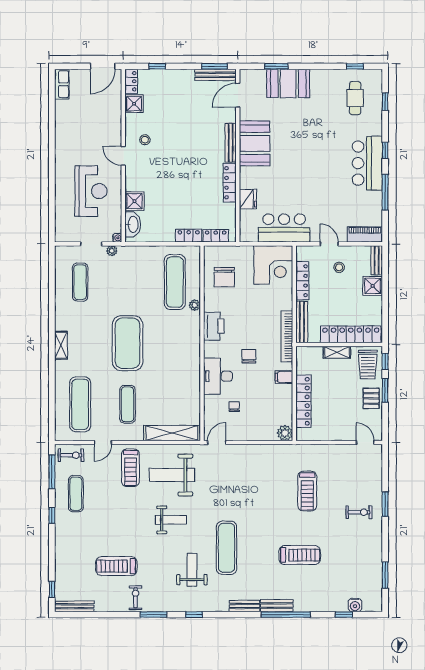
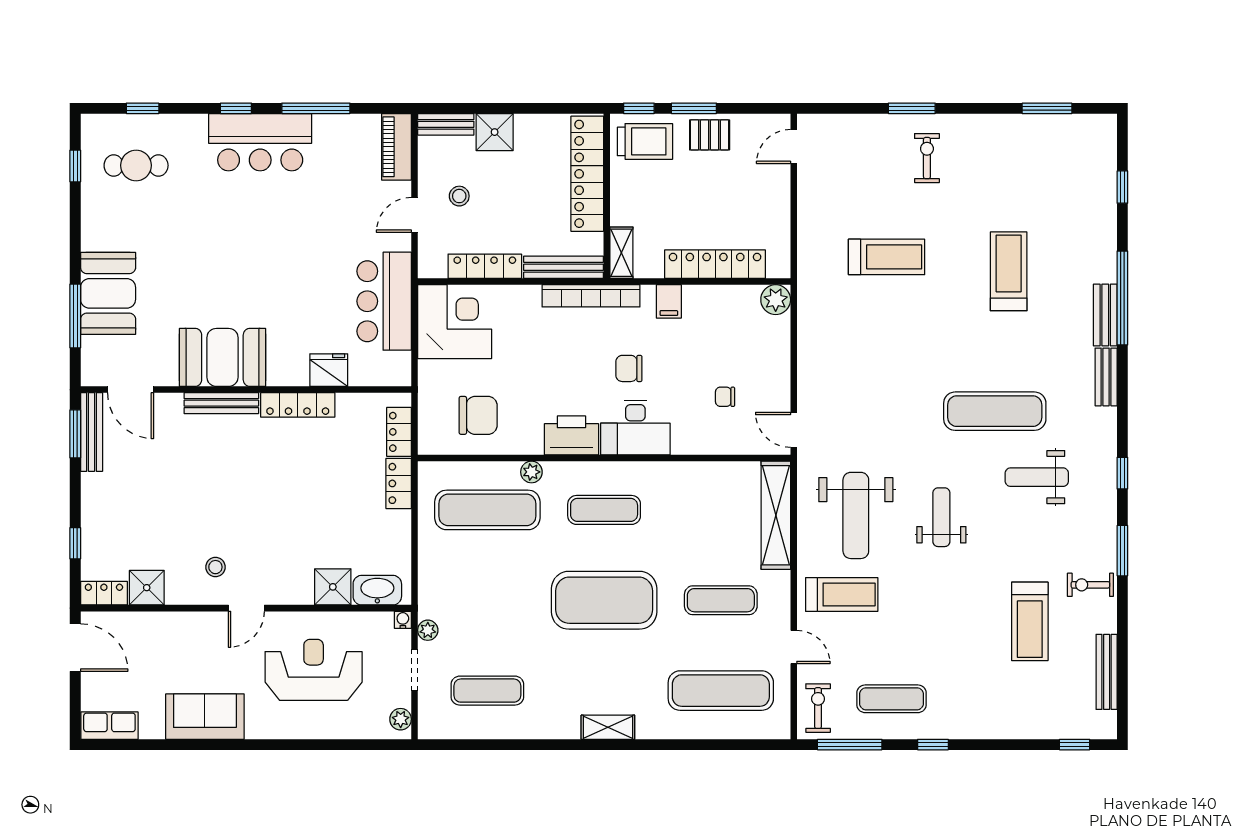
window: (276, 66) -> (75, 316), width x1.44
sofa: (67, 134) -> (205, 717), added
plant: (65, 237) -> (401, 719), added
exercise mat: (175, 343) -> (604, 510), added
shelving: (337, 352) -> (621, 253), moved
desk: (218, 376) -> (635, 428), moved
water cooler: (355, 605) -> (1104, 166), removed
bench: (74, 606) -> (1107, 672), moved

